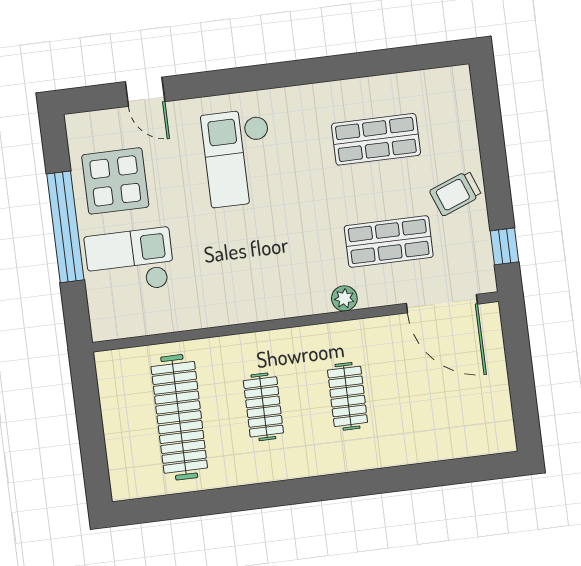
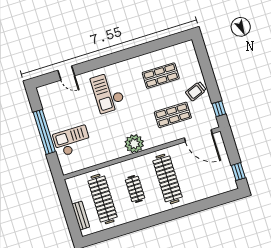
display table: (115, 181) -> (61, 110), removed
plant: (344, 298) -> (134, 144), moved, width x1.87, depth x1.87
clothes rail: (348, 396) -> (168, 179), width x1.86, depth x1.31
window: (525, 409) -> (238, 172), added
bench: (118, 448) -> (81, 216), added

